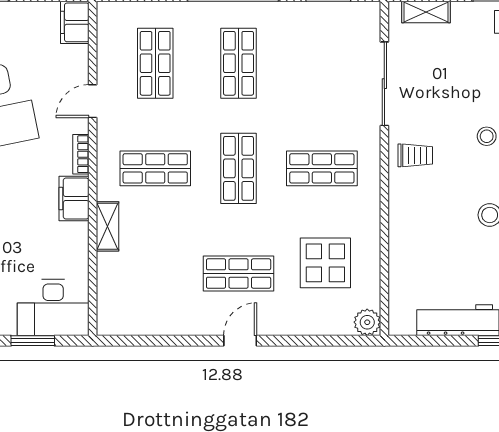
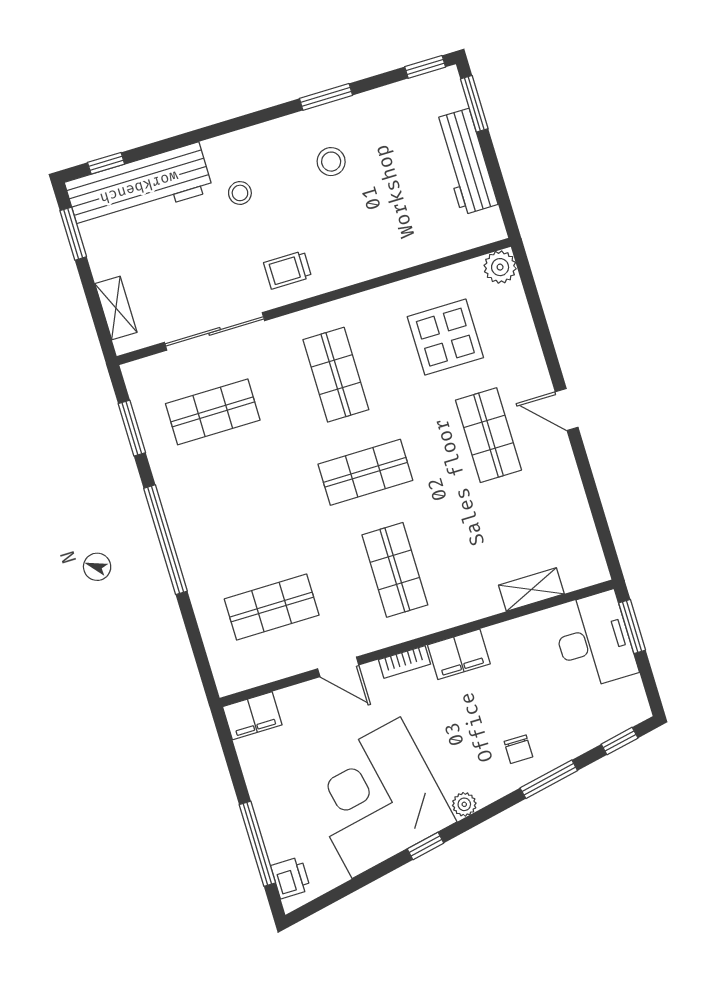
shop shelf: (239, 63) -> (213, 412), moved
trolley: (415, 155) -> (288, 270), turned -90
shelving: (108, 226) -> (531, 590), moved
window: (33, 341) -> (632, 626), moved

